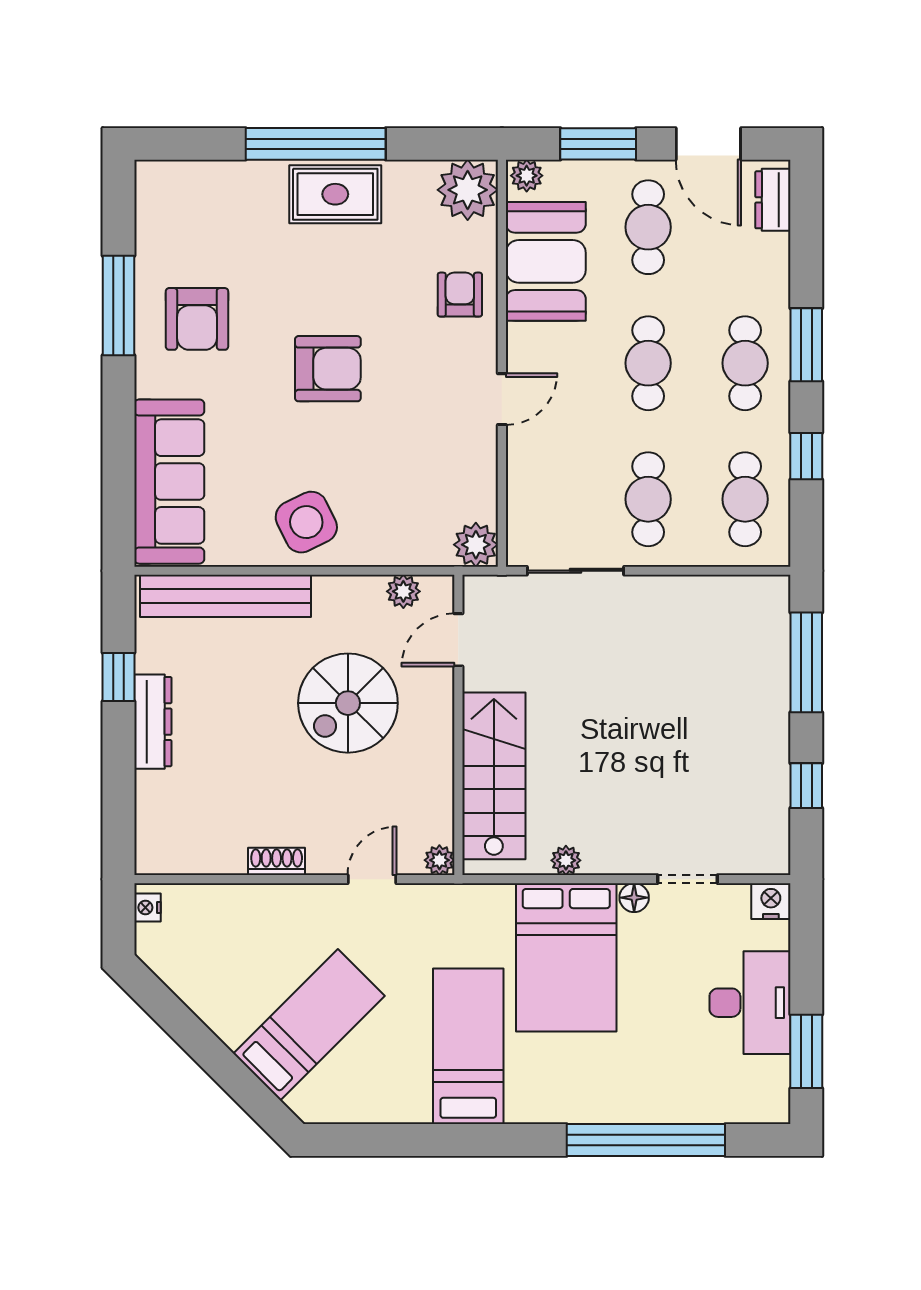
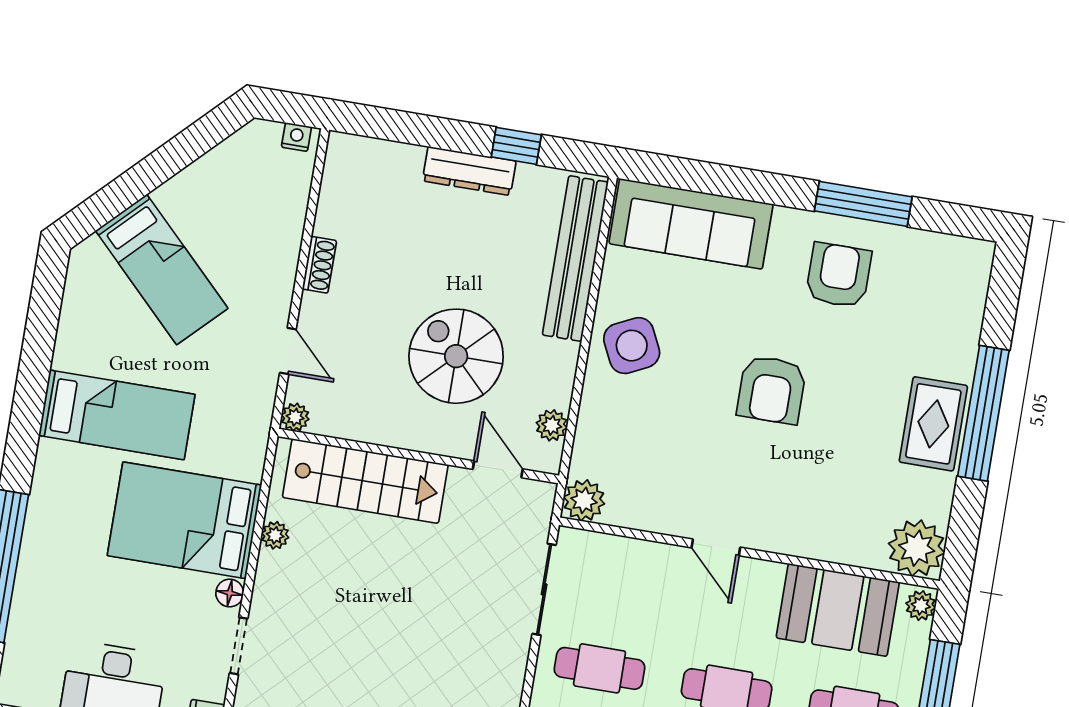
armchair: (460, 295) -> (820, 525), removed
armchair: (197, 319) -> (838, 275), turned 90

